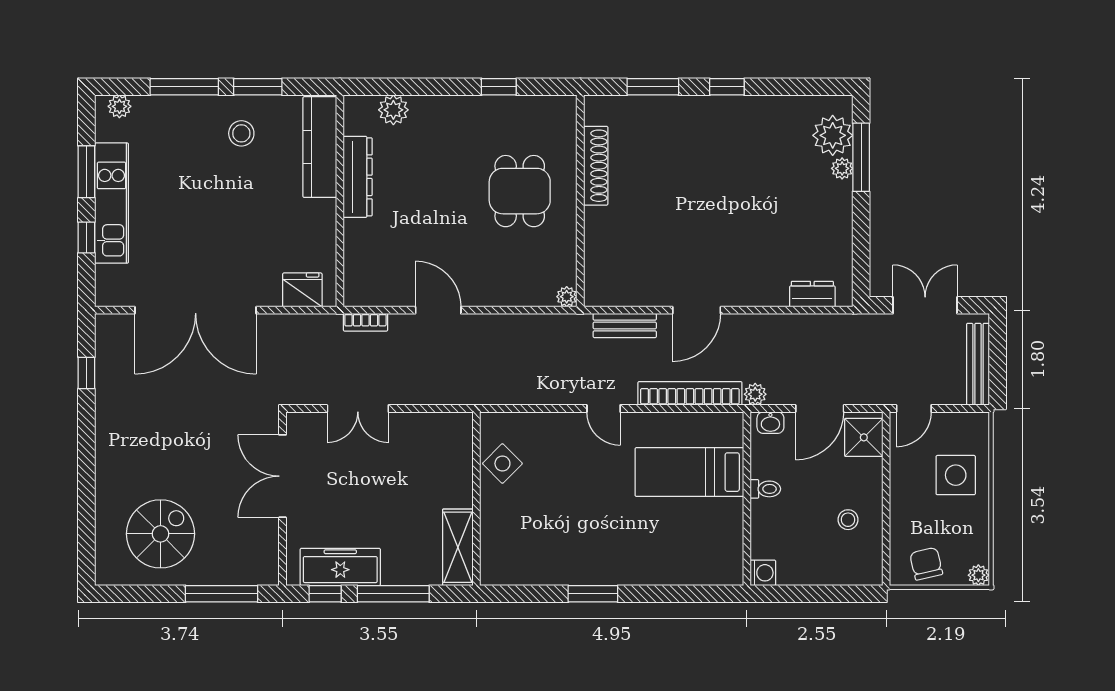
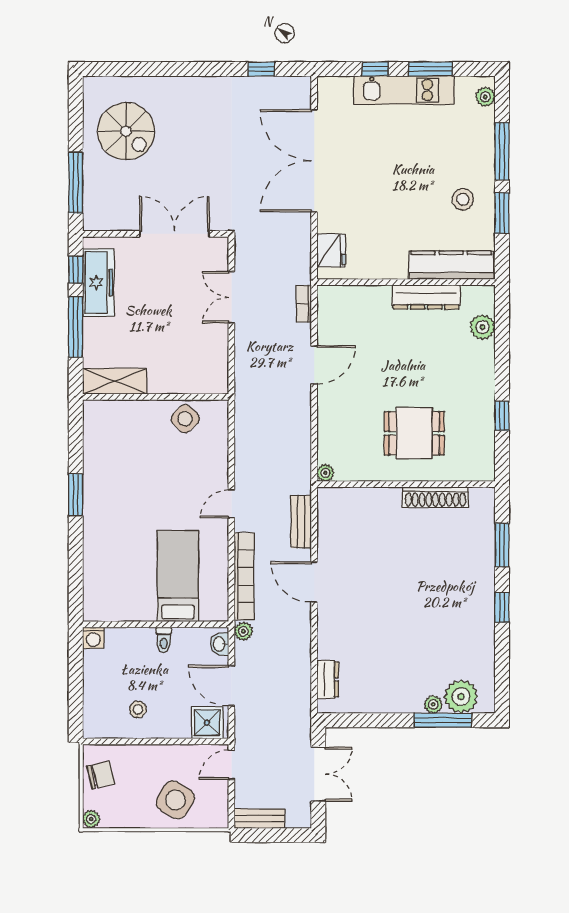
bench: (978, 364) -> (259, 819), width x0.73
door: (914, 409) -> (231, 765), hinge flipped
side table: (956, 475) -> (175, 800), turned 31

